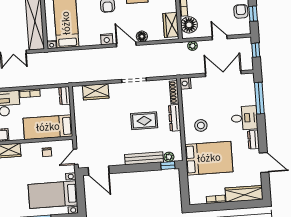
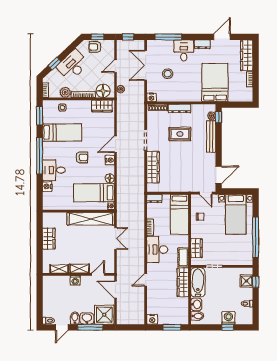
floor lamp: (142, 36) -> (110, 178), moved
wardrobe: (96, 92) -> (153, 167), width x1.50
rug: (144, 121) -> (180, 134), turned 90
stool: (201, 125) -> (168, 74), moved

